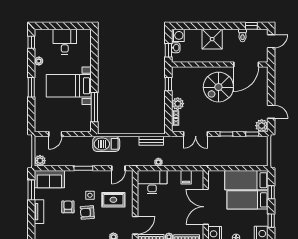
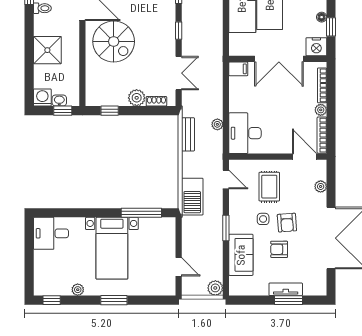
desk: (65, 42) -> (51, 233), moved
filing cabinet: (186, 177) -> (238, 69), moved
sofa: (49, 179) -> (241, 255), moved
window: (31, 190) -> (289, 300), moved

